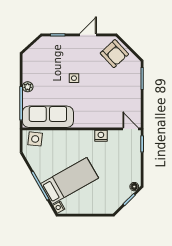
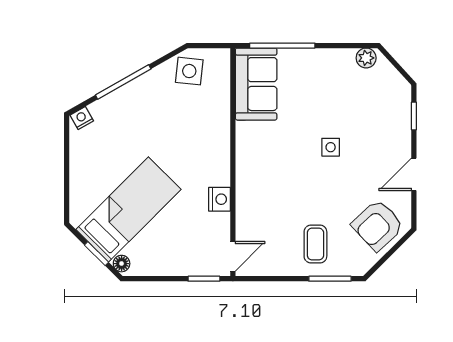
door: (88, 35) -> (414, 174), swing flipped
coffee table: (124, 86) -> (315, 244), added
plant: (28, 87) -> (366, 58), moved
sofa: (48, 117) -> (256, 84), width x0.73
side table: (35, 139) -> (189, 71), moved
bed: (69, 181) -> (128, 209), moved, turned -105

